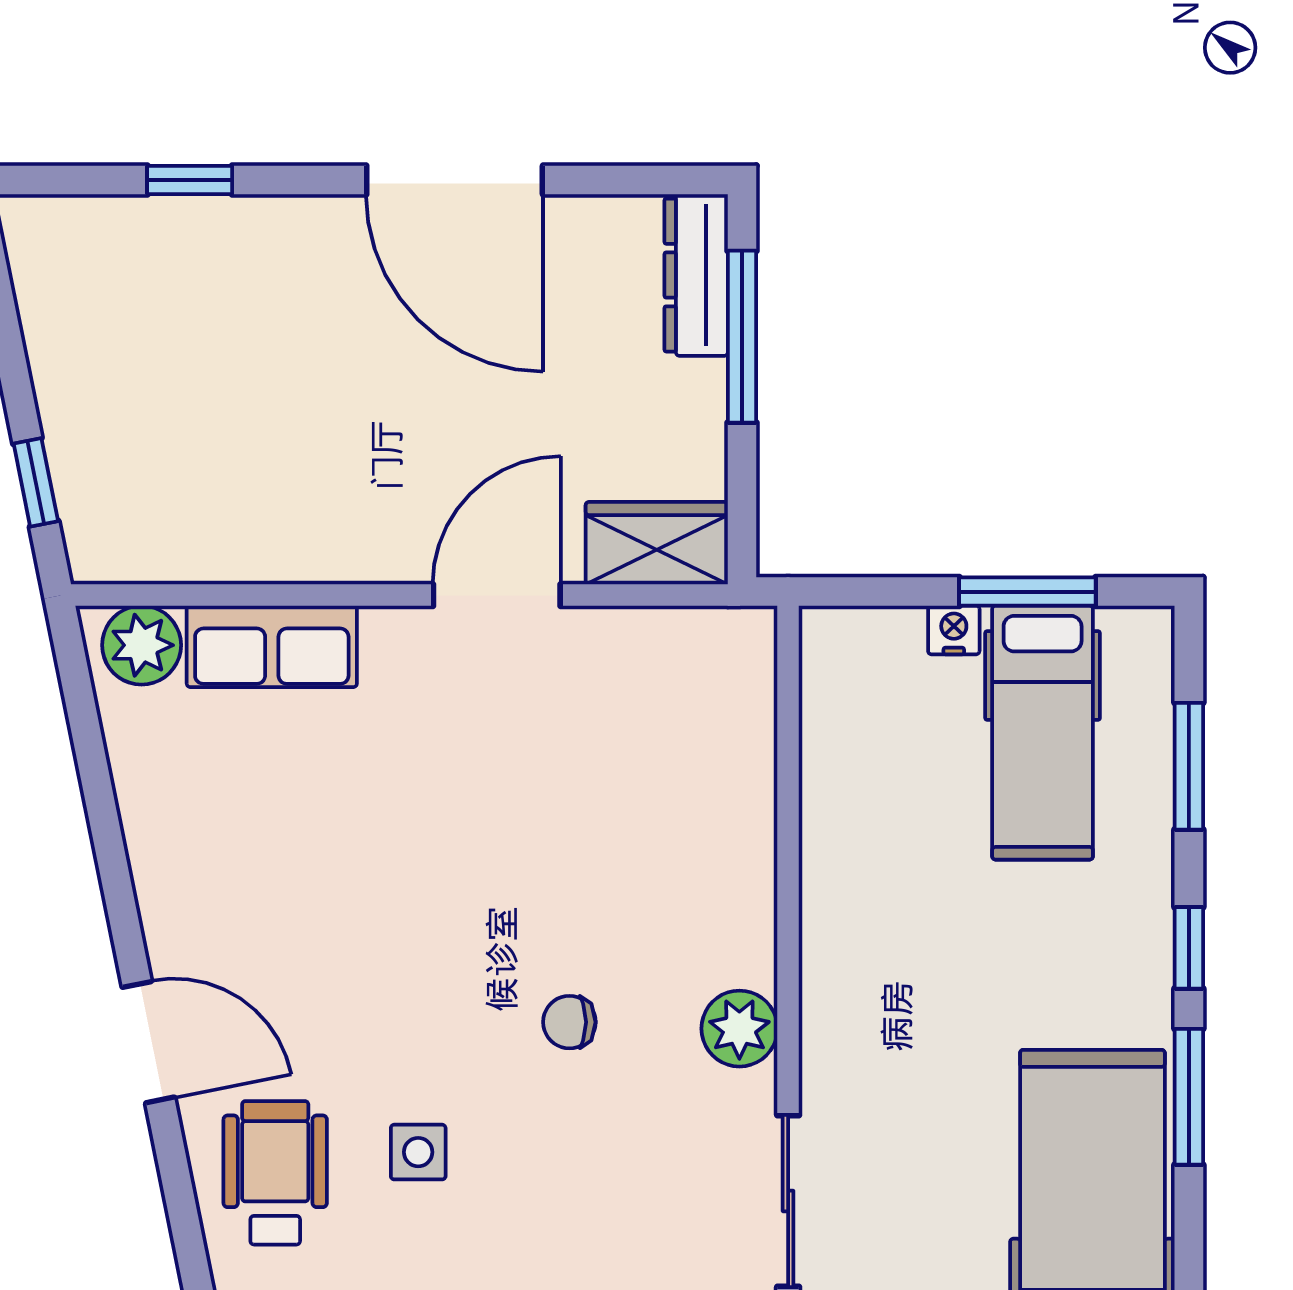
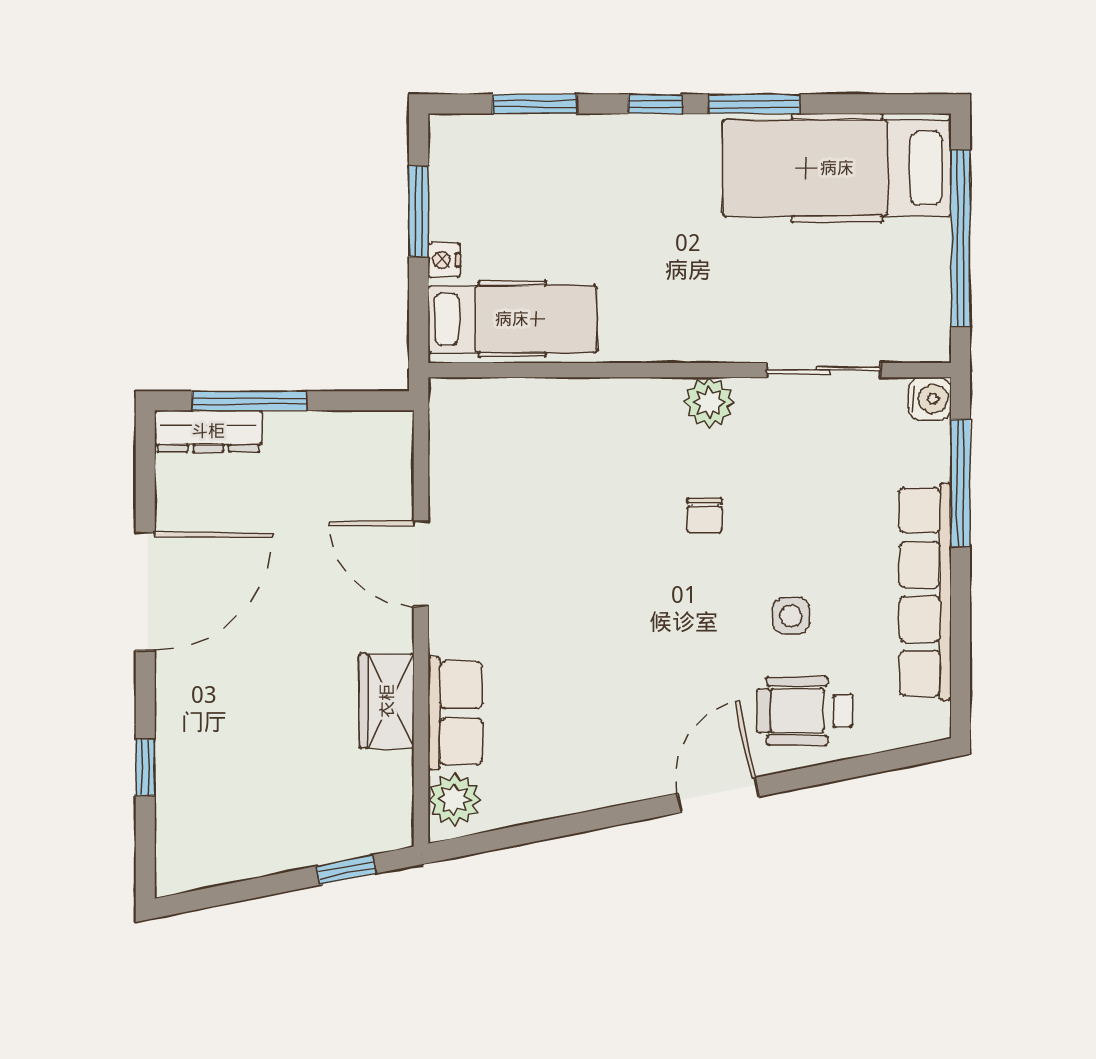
wardrobe: (657, 543) -> (387, 701), moved
hospital bed: (1043, 733) -> (512, 319), moved

